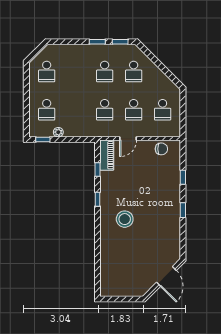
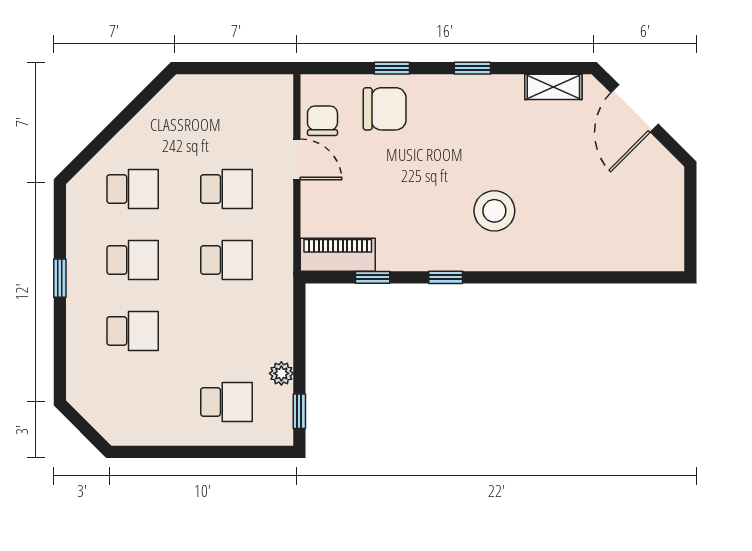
window: (120, 42) -> (60, 222), removed
school desk: (47, 72) -> (133, 331), moved
school desk: (163, 110) -> (226, 118), removed
door: (128, 139) -> (297, 159), moved
chair: (166, 174) -> (385, 109), added
shelving: (175, 243) -> (553, 87), added
door: (166, 276) -> (635, 108), swing flipped

